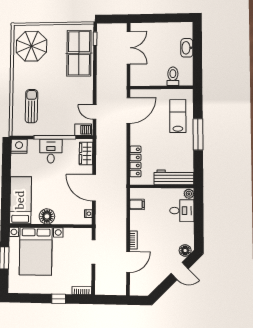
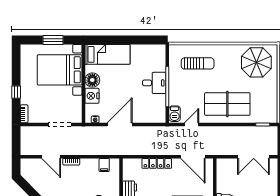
table tennis table: (79, 53) -> (227, 104), moved
nightstand: (19, 146) -> (92, 96), moved, turned 180
wardrobe: (86, 154) -> (152, 117), removed
locker: (135, 161) -> (157, 163), moved

